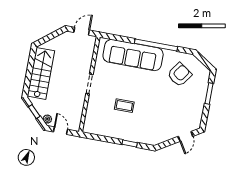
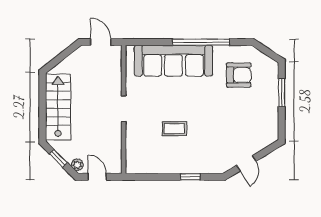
door: (82, 31) -> (101, 42), hinge flipped
armchair: (180, 75) -> (239, 75), turned 55
door: (186, 136) -> (246, 163), moved

